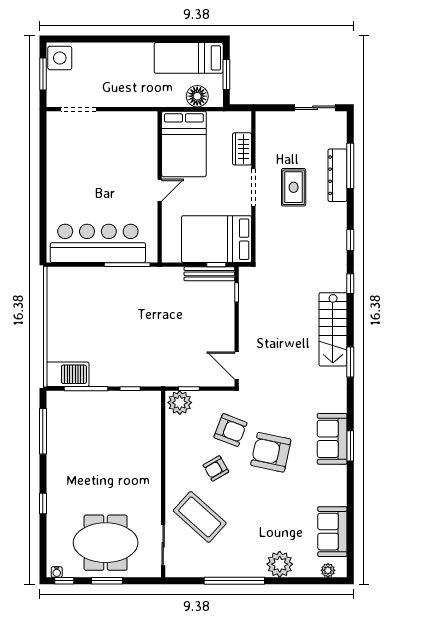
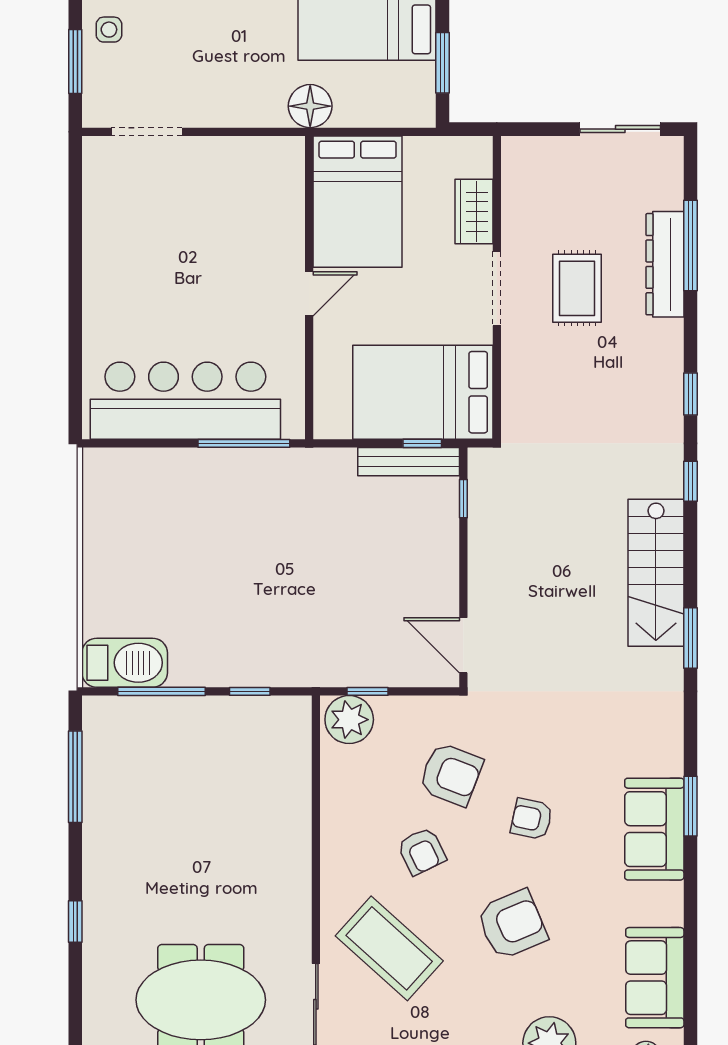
side table: (60, 58) -> (109, 30), width x0.54, depth x0.54
floor lamp: (197, 96) -> (310, 106), moved
sofa: (332, 439) -> (654, 829), moved
armchair: (271, 452) -> (532, 819), width x0.53, depth x0.53
armchair: (216, 468) -> (422, 851), turned -86
armchair: (261, 505) -> (512, 924), added

